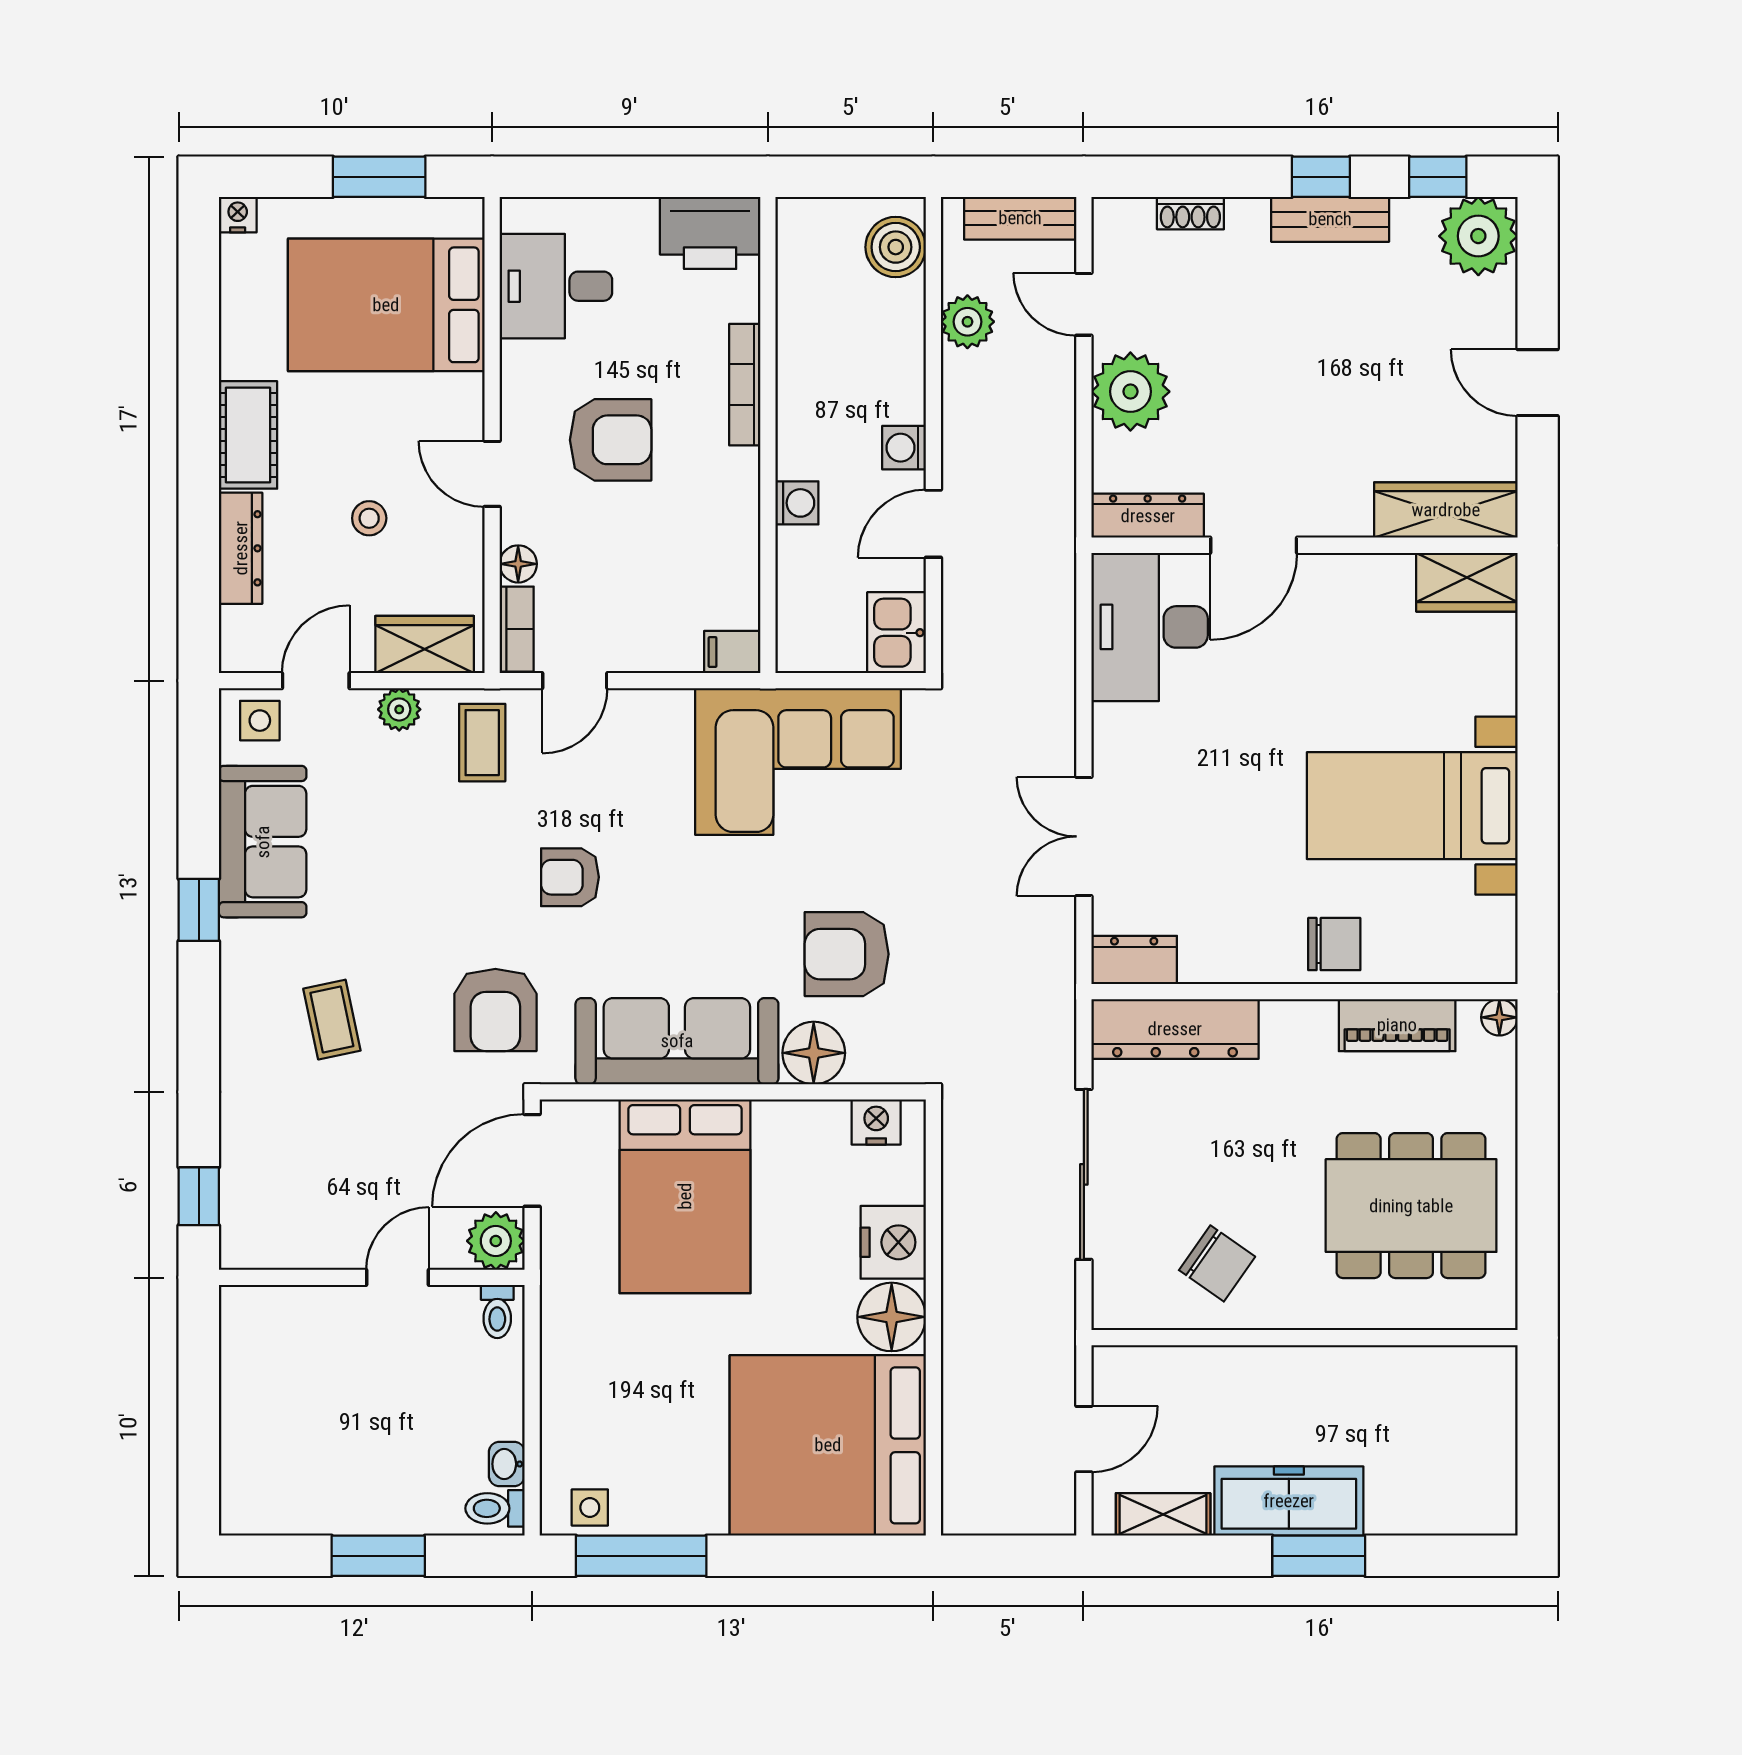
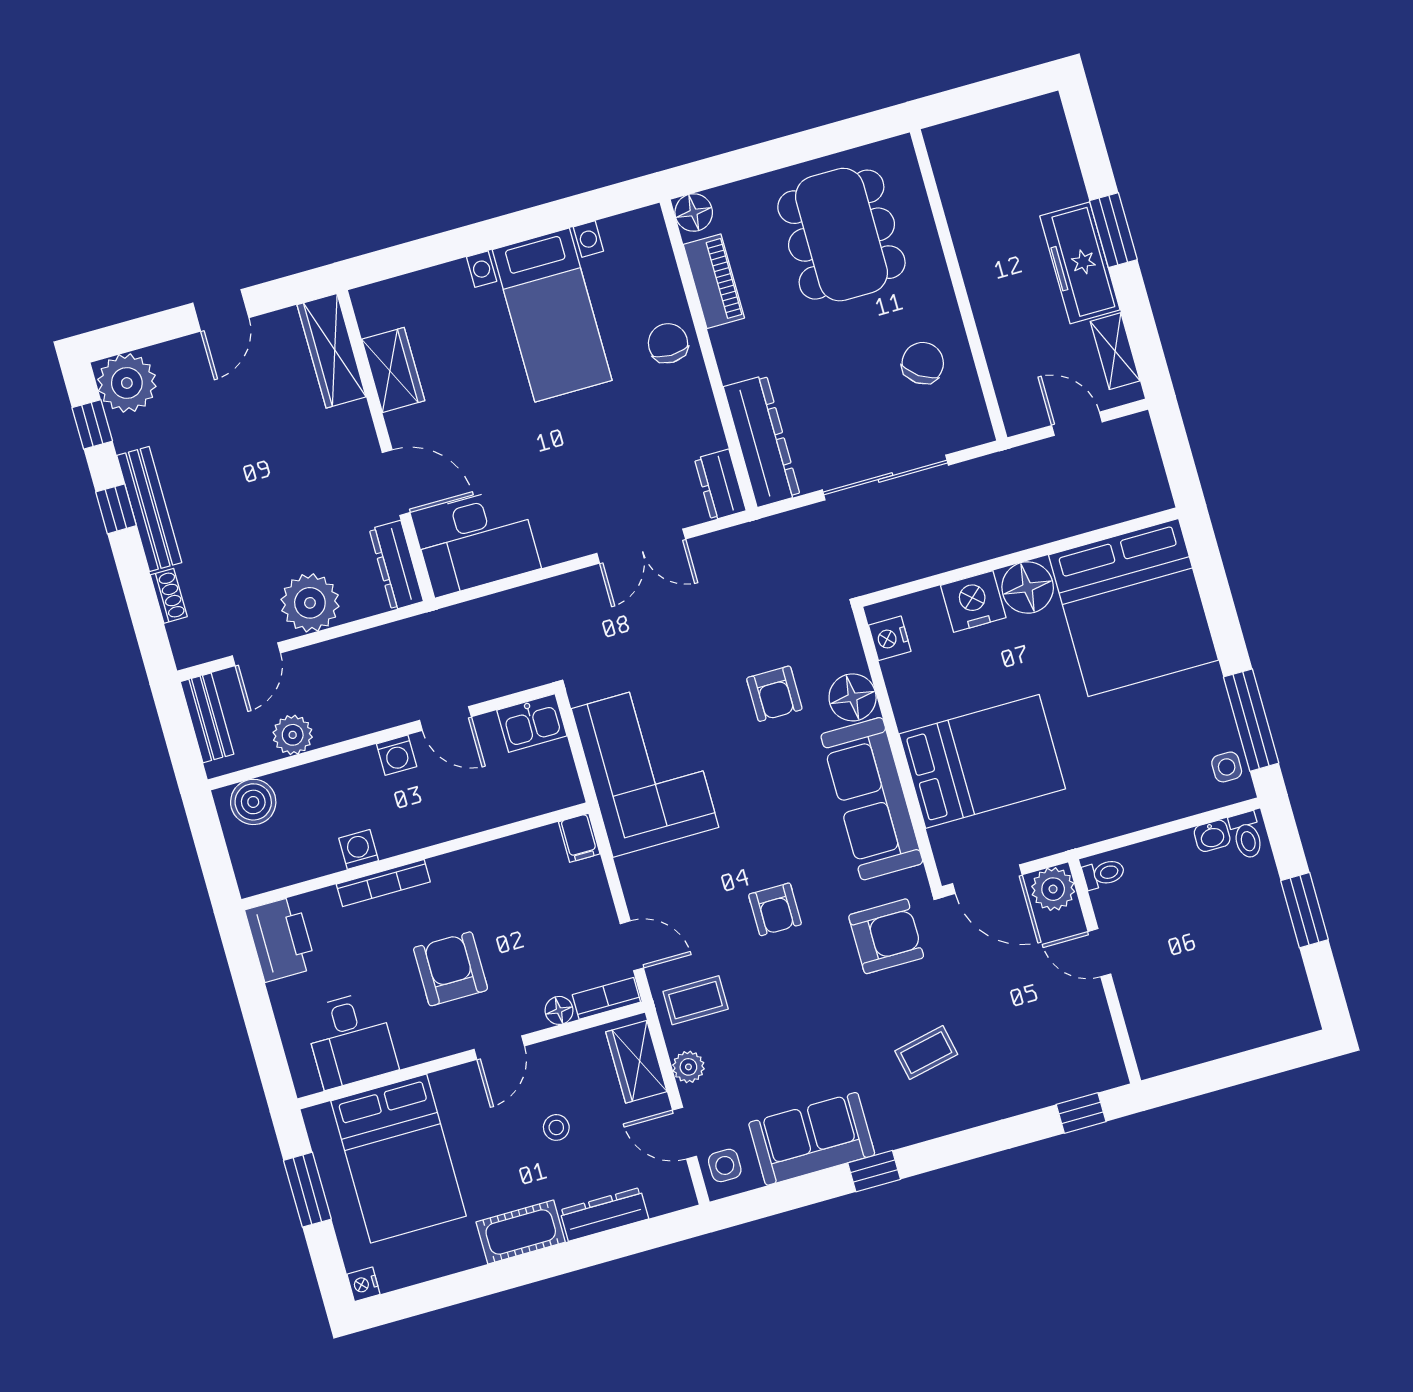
bench: (1330, 219) -> (149, 509), width x1.36
washing machine: (797, 503) -> (359, 849), moved
wardrobe: (1467, 582) -> (393, 370), moved
armchair: (847, 954) -> (774, 694), width x0.72, depth x0.72
floor lamp: (1499, 1017) -> (694, 213), width x1.37, depth x1.37

